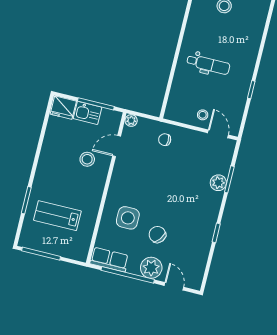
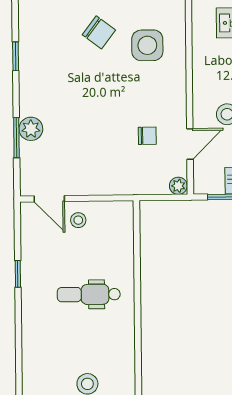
chair: (165, 140) -> (147, 136), moved

